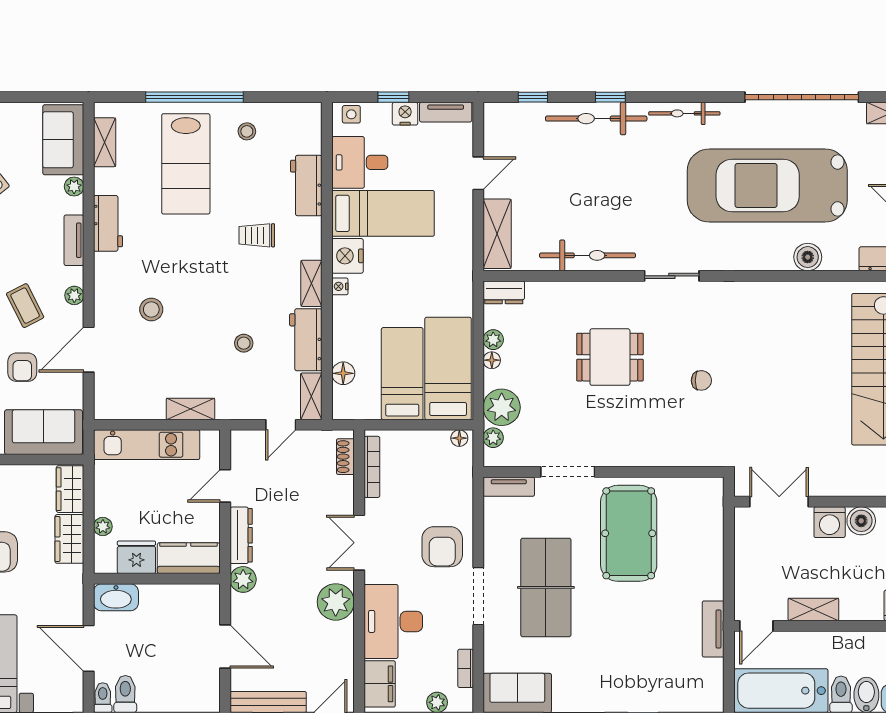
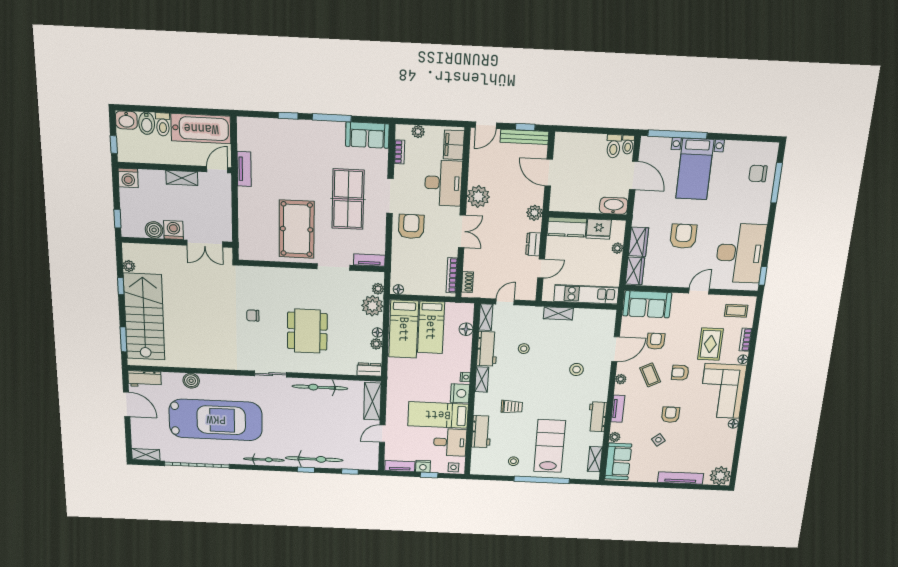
dining table: (610, 357) -> (307, 331), width x1.38
dresser: (241, 535) -> (533, 244), width x0.70

